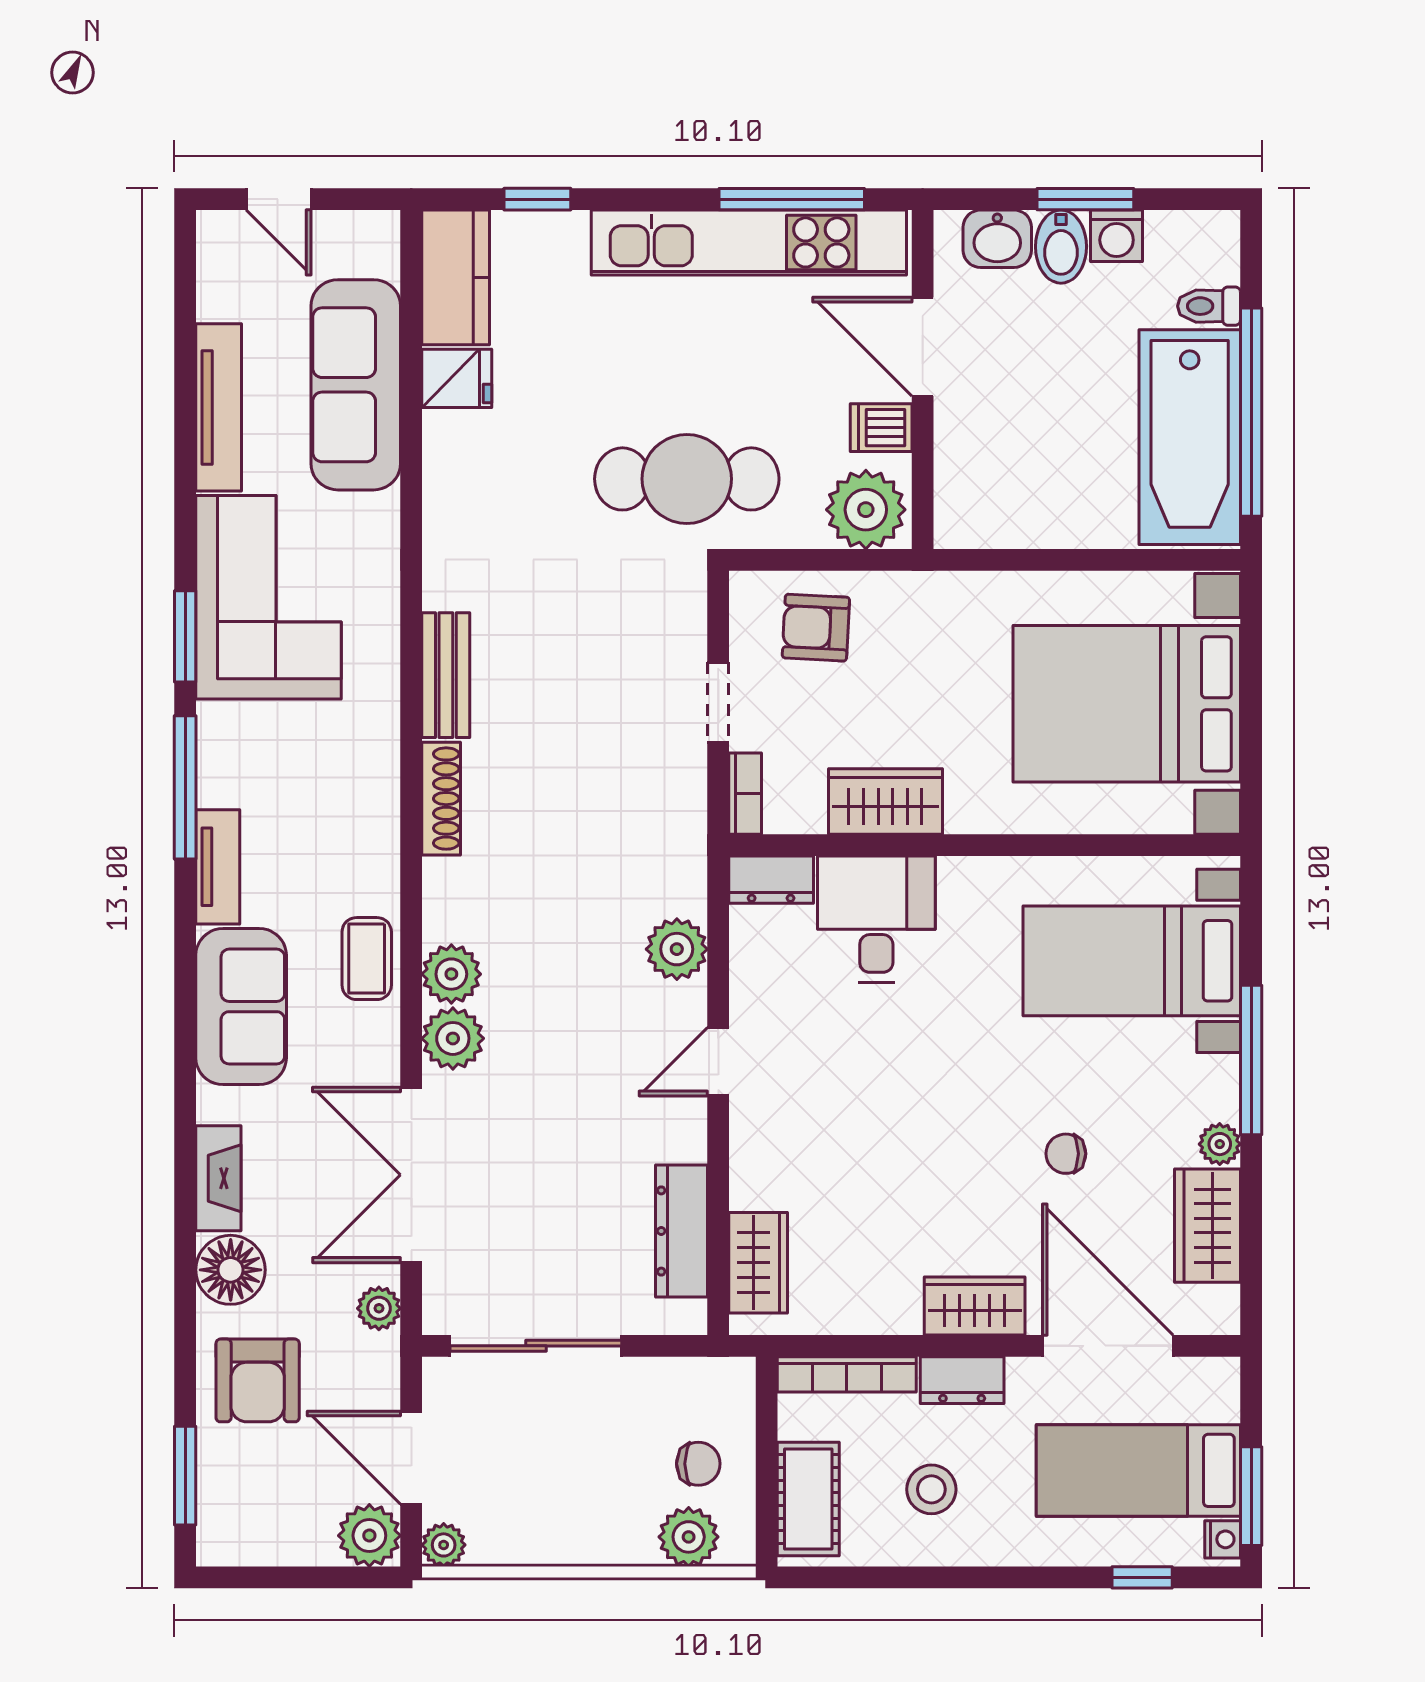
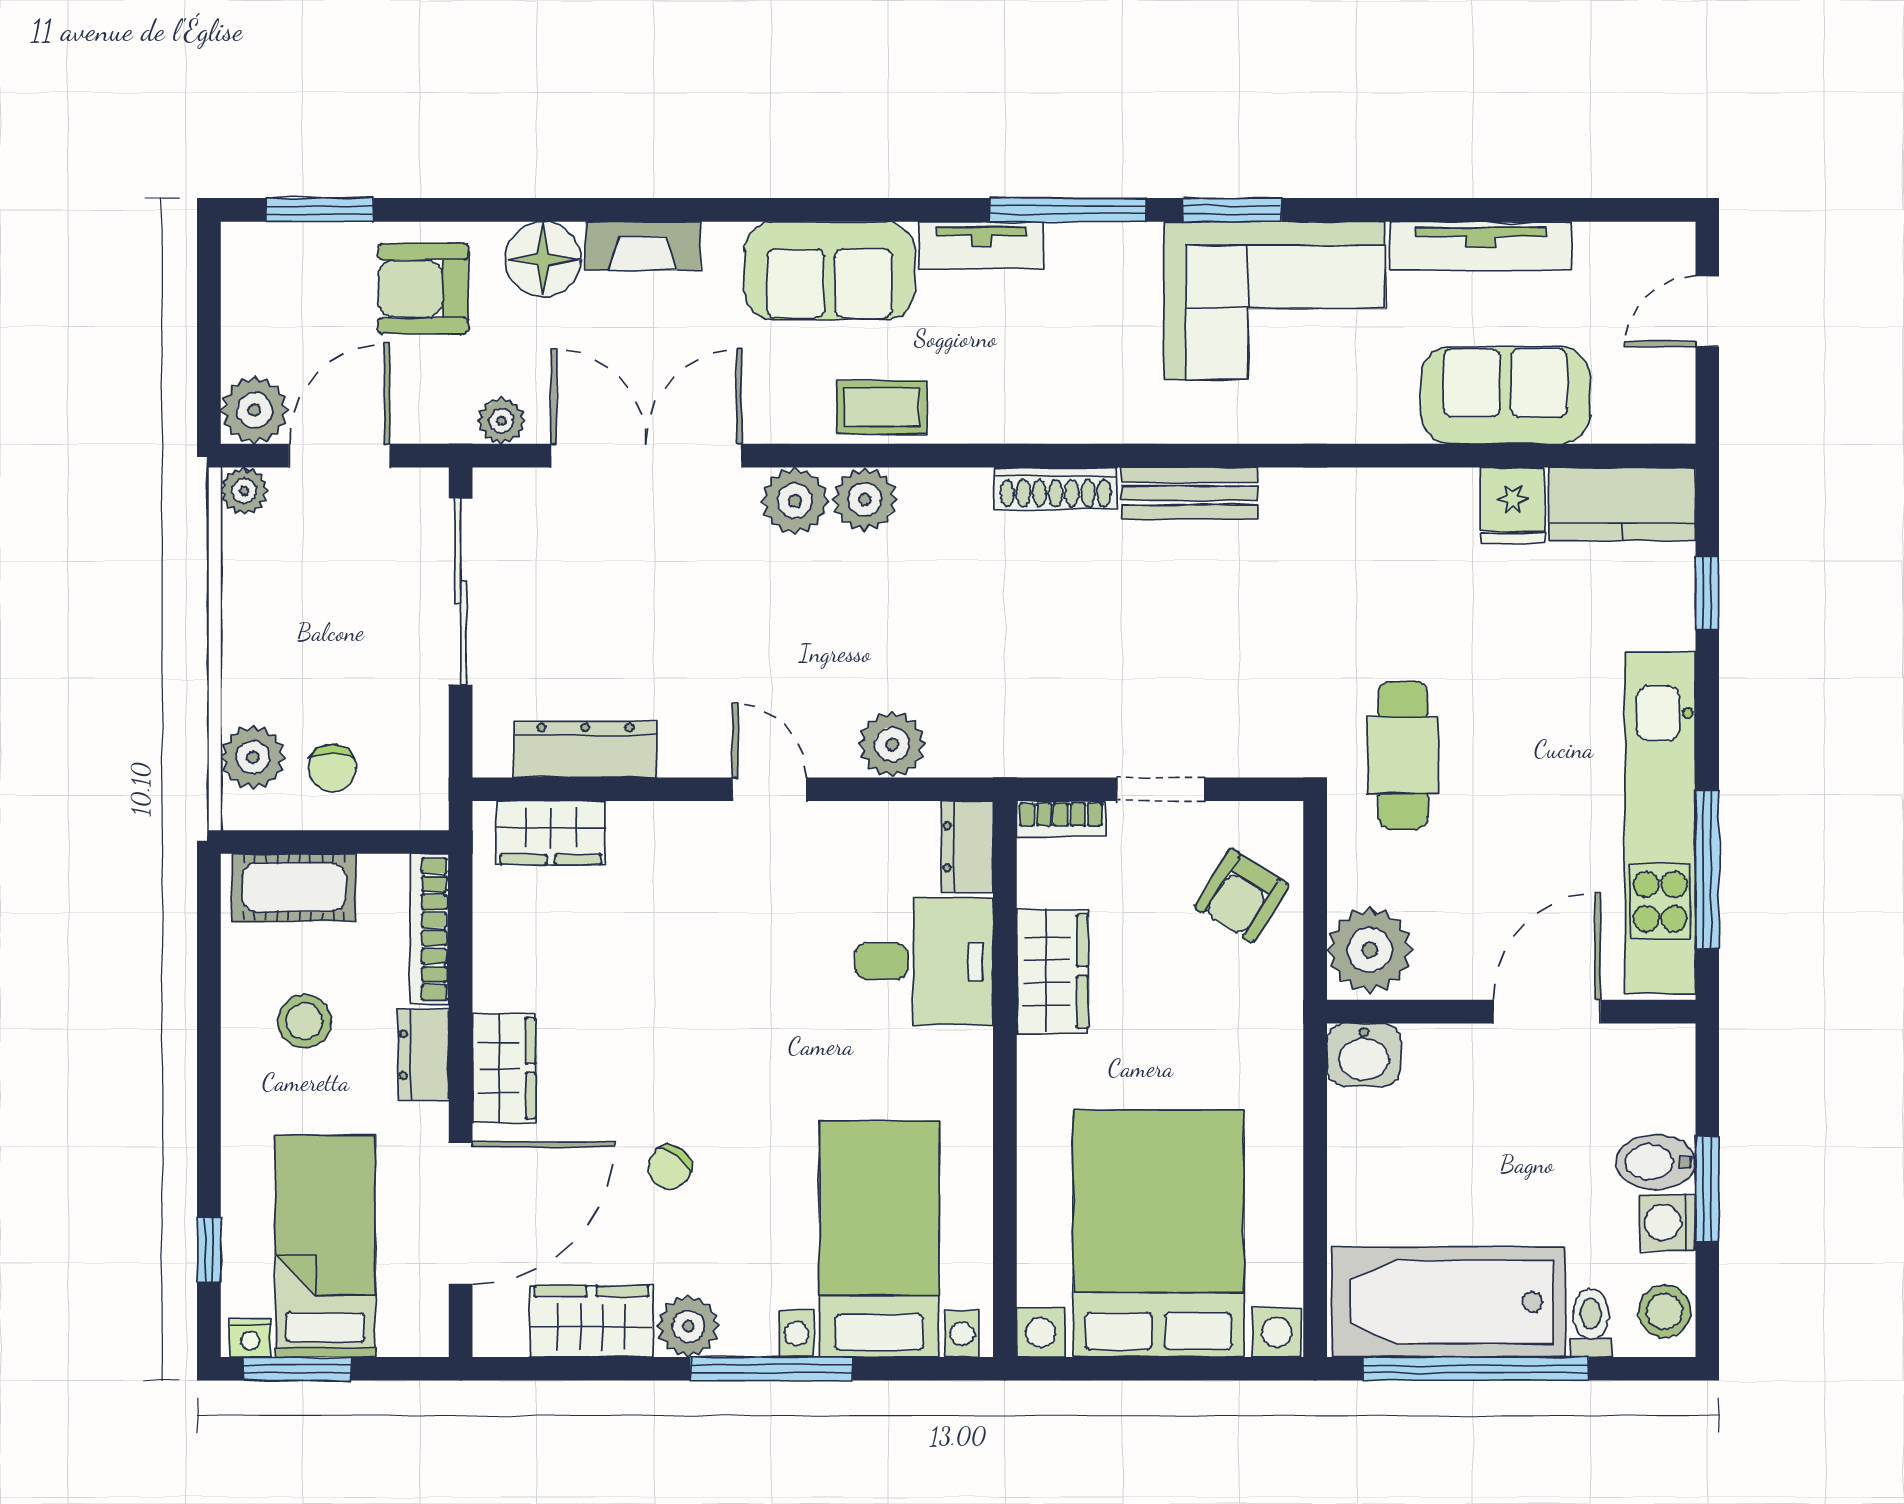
stool: (1198, 238) -> (1665, 1311), added
washbasin: (997, 239) -> (1364, 1055), moved, turned -90
sofa: (356, 385) -> (1505, 395), width x0.73
dishwasher: (881, 428) -> (1459, 966), removed
cafe table: (687, 479) -> (1403, 755), width x0.73, depth x0.74
armchair: (816, 628) -> (1241, 896), turned -151
plant: (1220, 1144) -> (688, 1326), width x1.38, depth x1.38
chair: (1066, 1154) -> (669, 1167), turned -145

